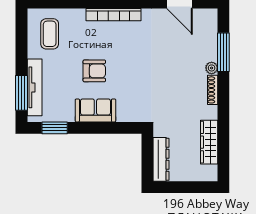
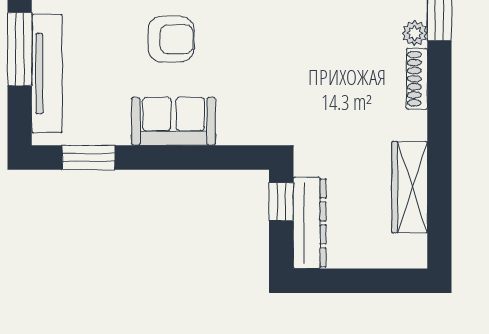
window: (21, 93) -> (20, 49), moved
window: (147, 149) -> (281, 202), added

